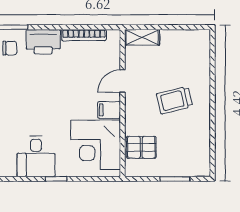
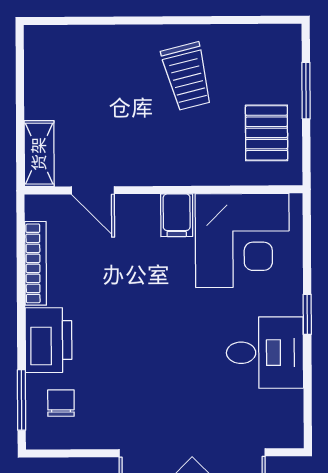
door: (123, 81) -> (93, 190), moved
trolley: (174, 100) -> (187, 76), moved
pallet: (141, 147) -> (267, 133), moved

